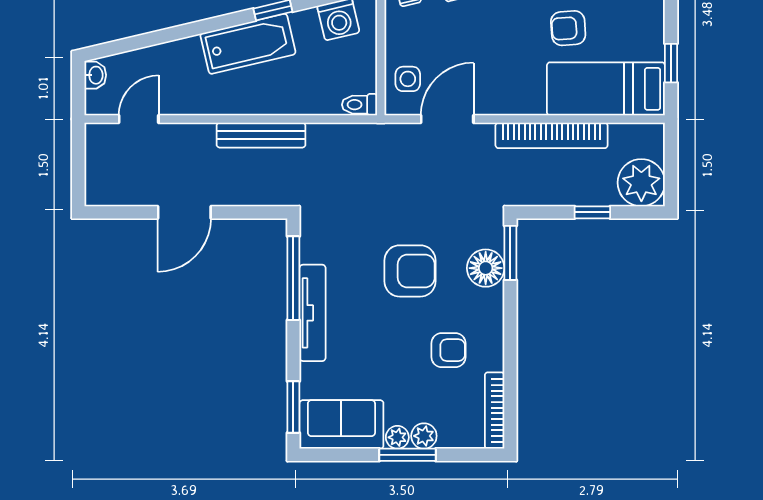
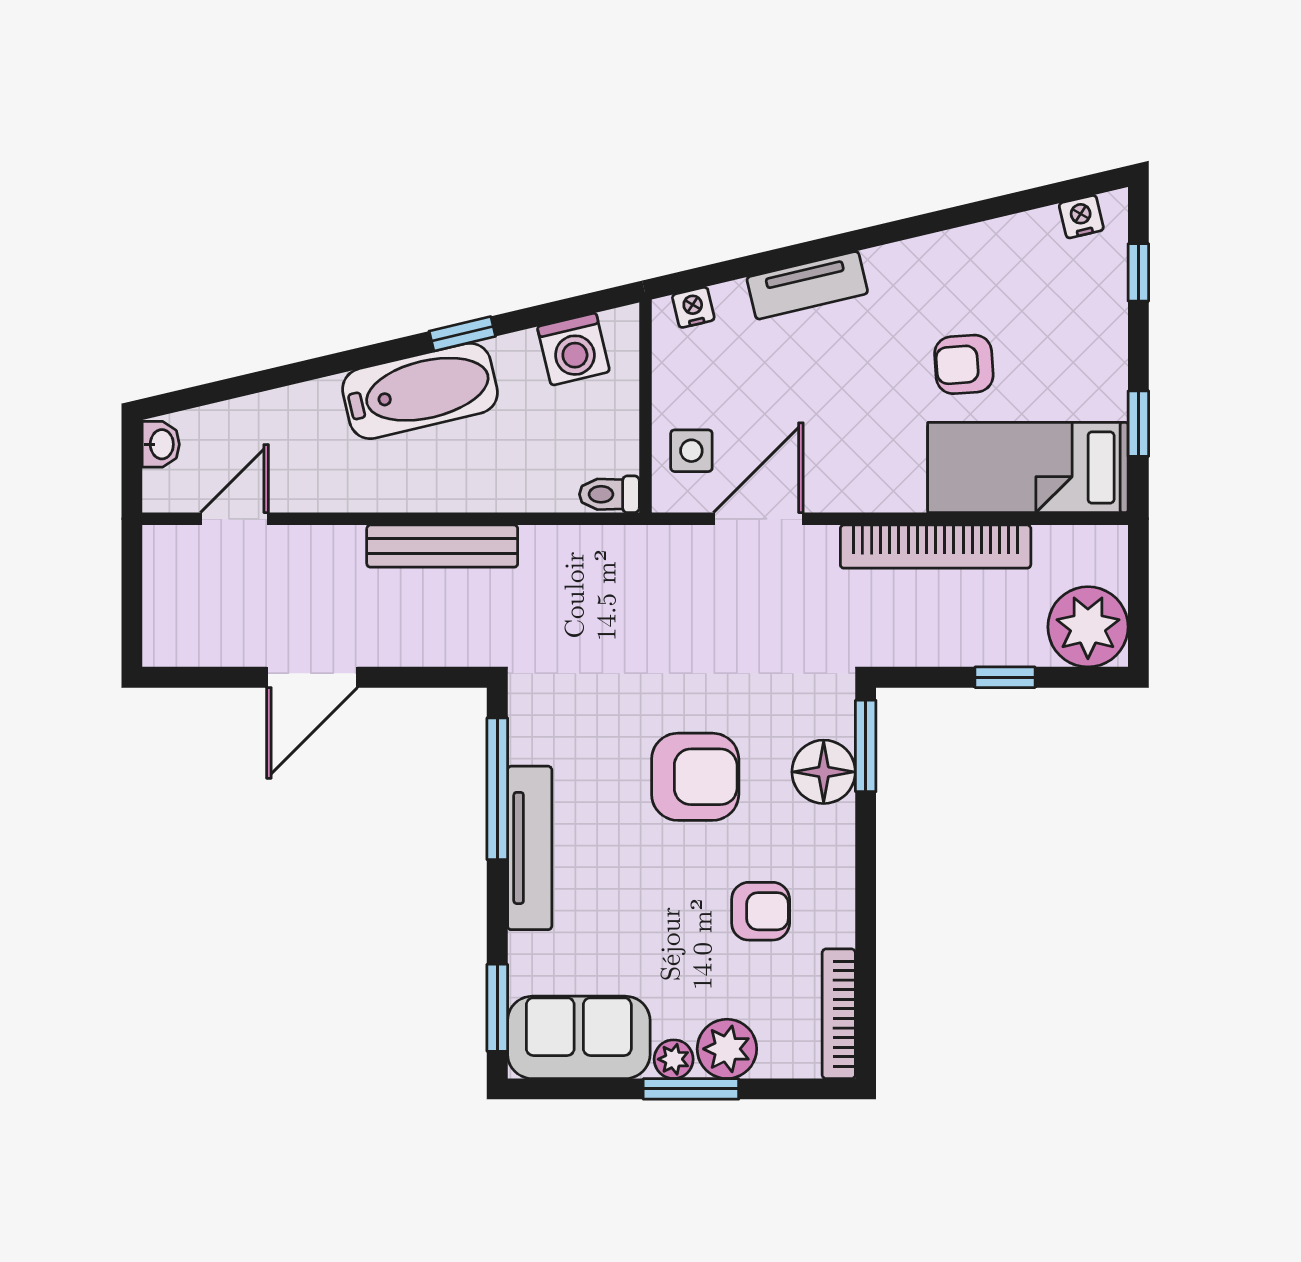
plant: (424, 436) -> (727, 1049), width x1.38, depth x1.38

